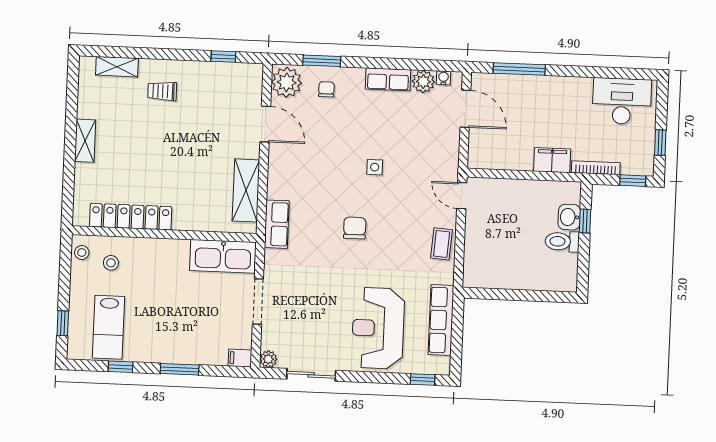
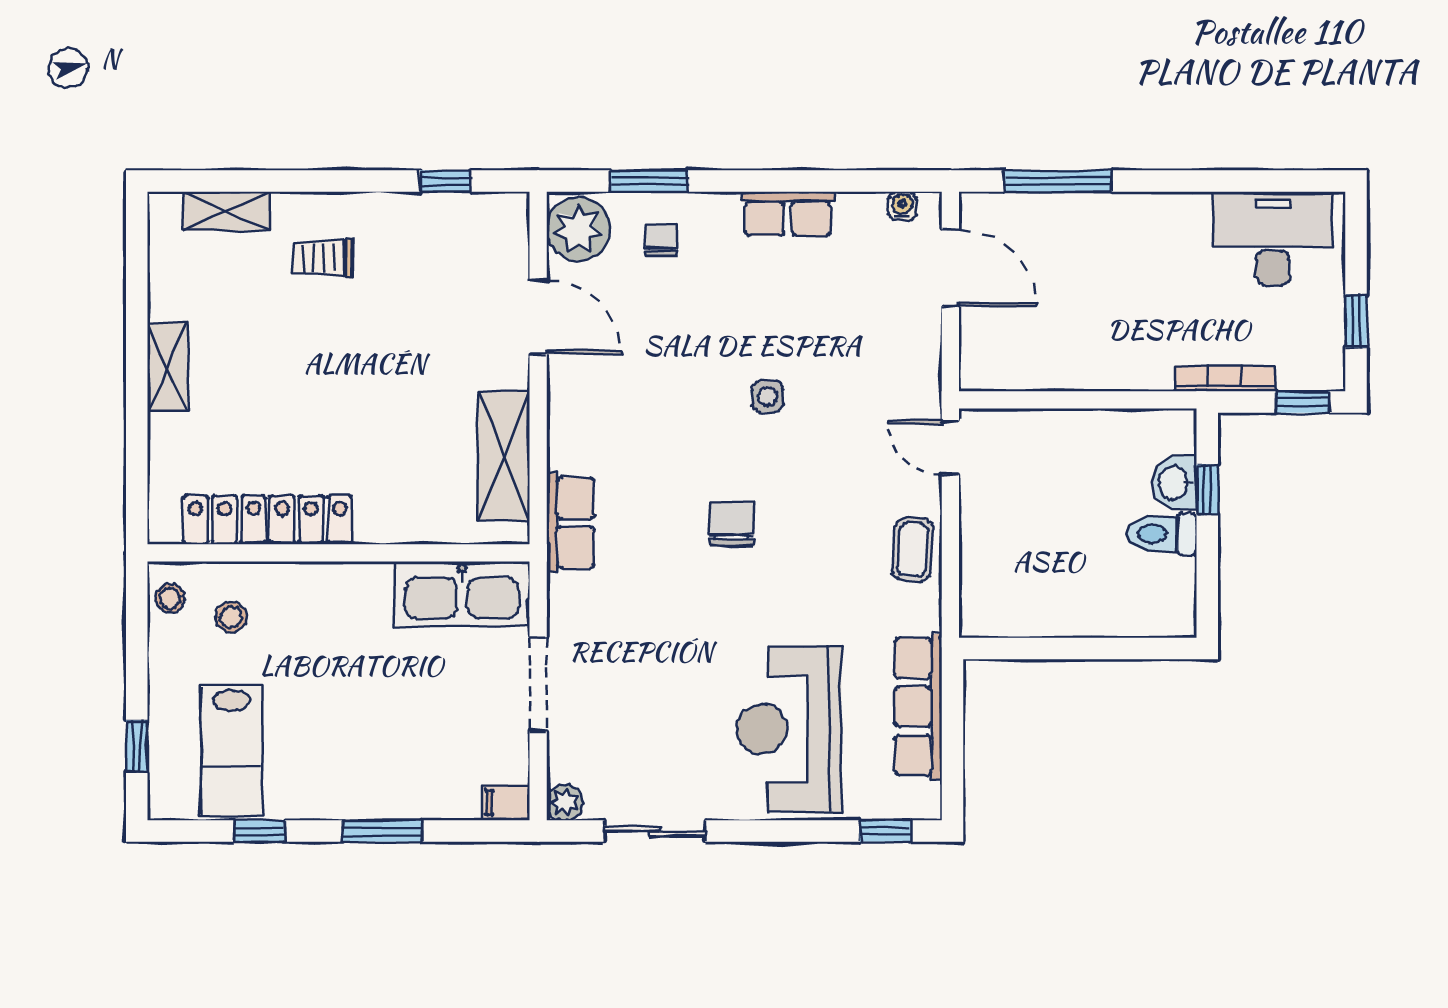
plant: (423, 82) -> (861, 215), removed
filing cabinet: (552, 160) -> (1134, 366), removed

